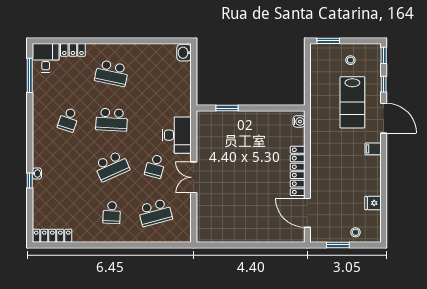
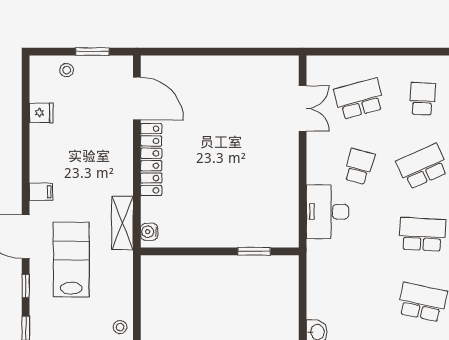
stool: (350, 60) -> (120, 327), moved
shelving: (317, 127) -> (122, 223), added
double door: (194, 177) -> (303, 108), moved

